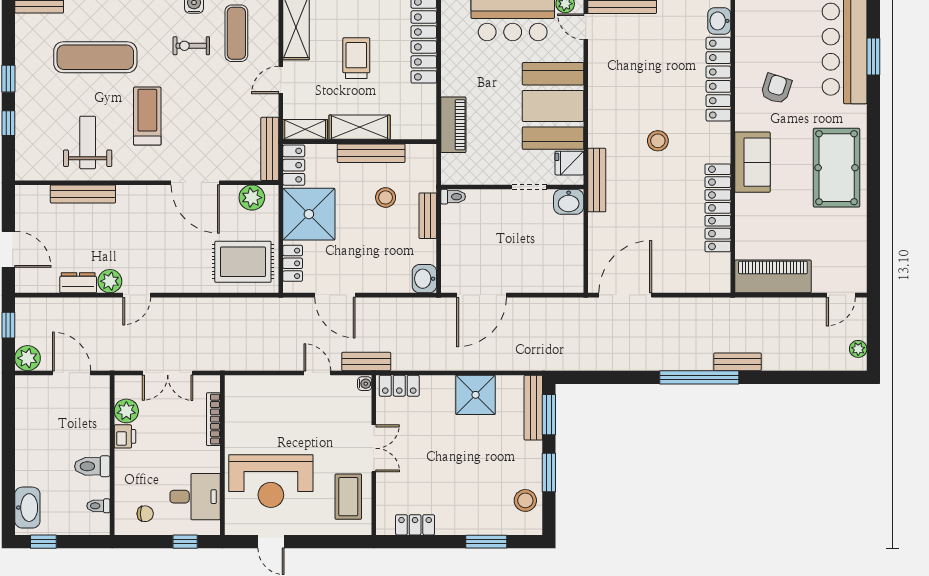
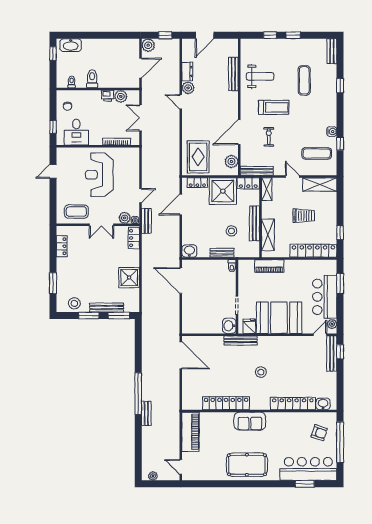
exercise bike: (191, 46) -> (269, 137), moved
exercise mat: (95, 57) -> (304, 80), width x0.73, depth x0.69
armchair: (776, 89) -> (319, 433), moved
shelving: (360, 127) -> (268, 235), moved
plant: (360, 404) -> (125, 218), added
bench: (533, 408) -> (107, 308), moved
reception desk: (271, 481) -> (99, 175), moved

